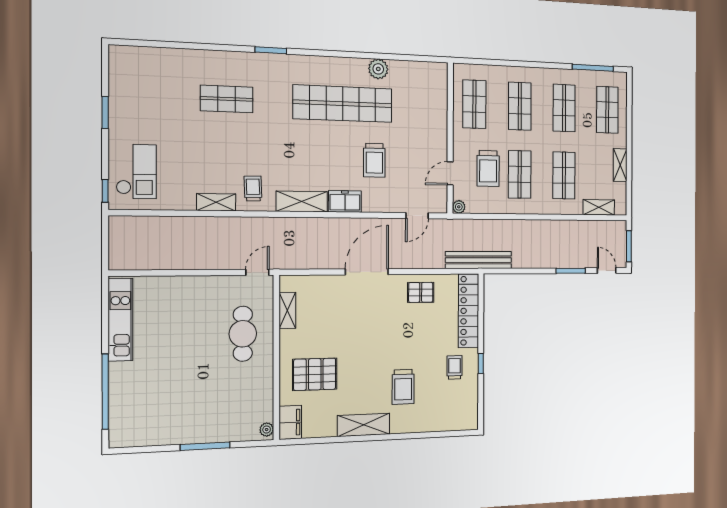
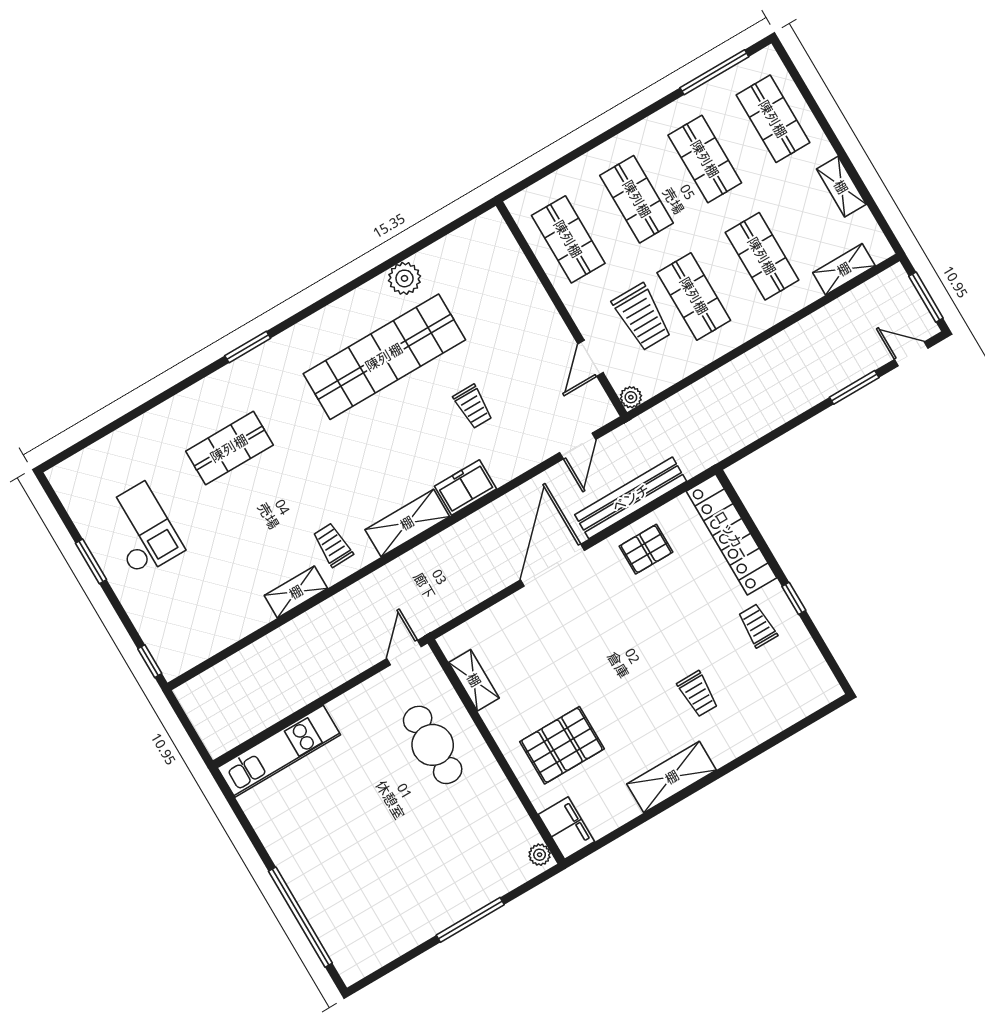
trolley: (374, 160) -> (473, 407), width x0.73, depth x0.72
checkout: (136, 171) -> (141, 530), moved
bench: (479, 260) -> (631, 498), moved
kitchen unit: (120, 320) -> (279, 751), moved, turned 90
trolley: (403, 387) -> (698, 694), width x0.73, depth x0.72

